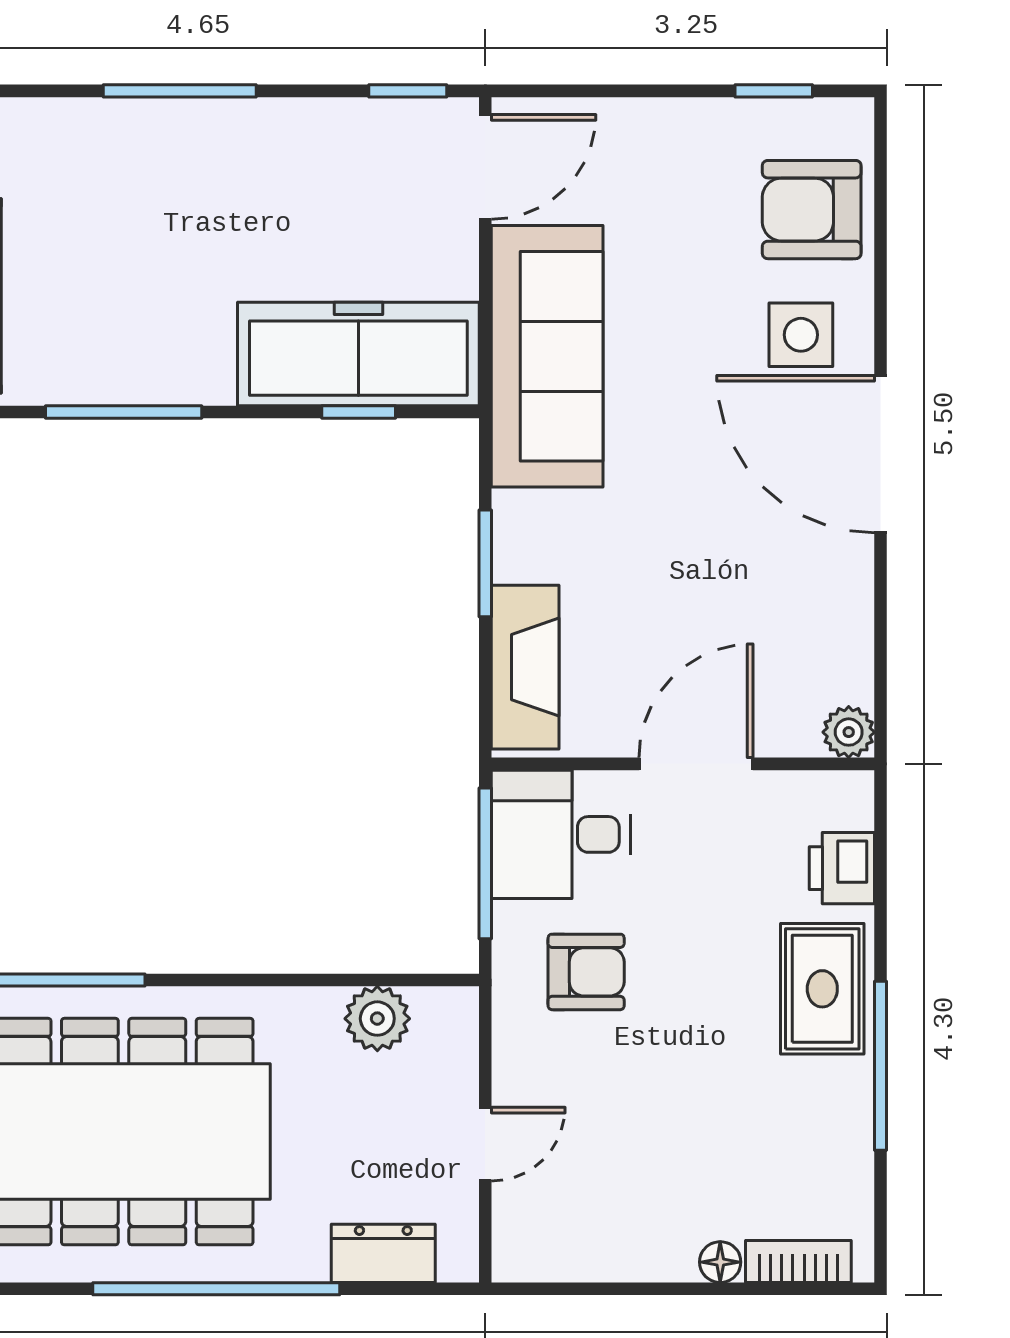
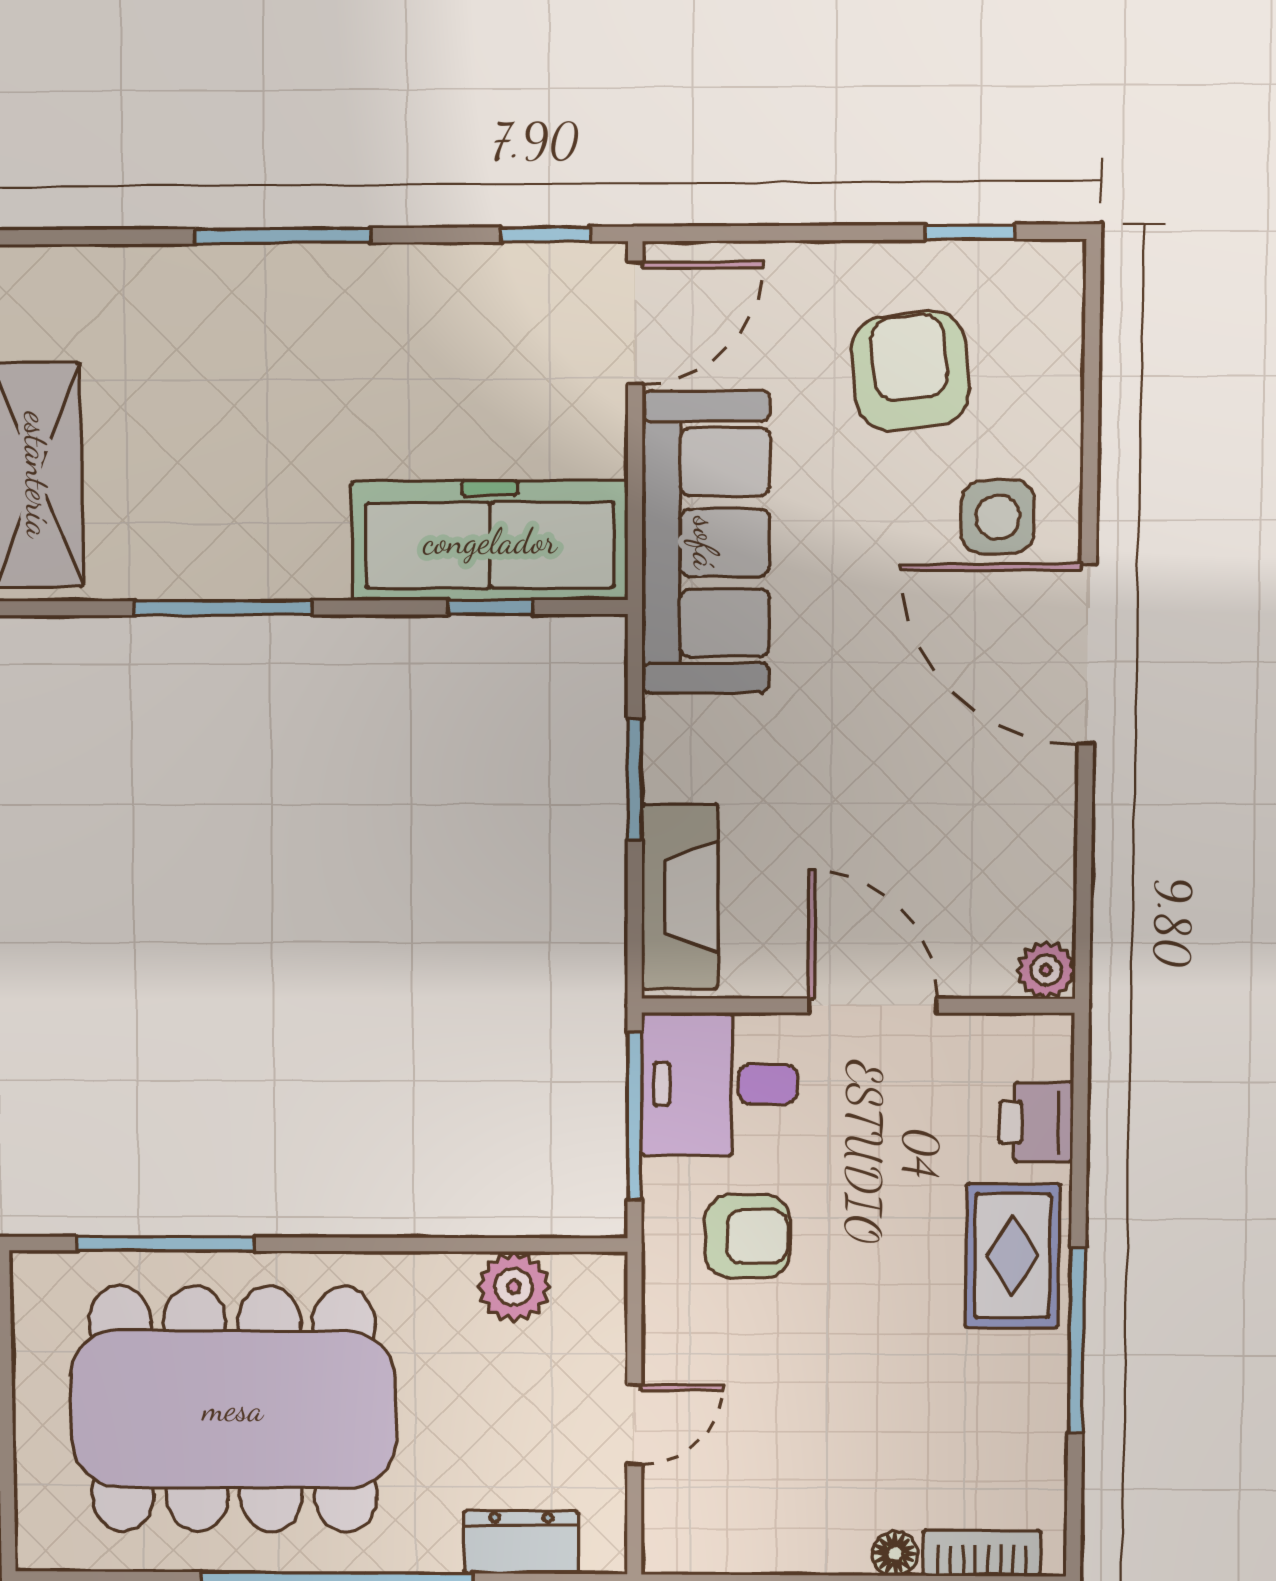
armchair: (812, 210) -> (910, 371), moved, turned 84
door: (696, 764) -> (873, 1006), hinge flipped

